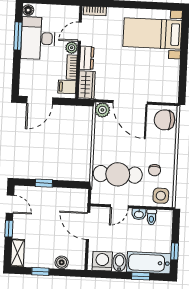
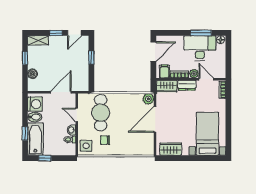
wardrobe: (171, 83) -> (171, 149), added
door: (40, 100) -> (153, 52), swing flipped
chair: (164, 120) -> (143, 146), removed

